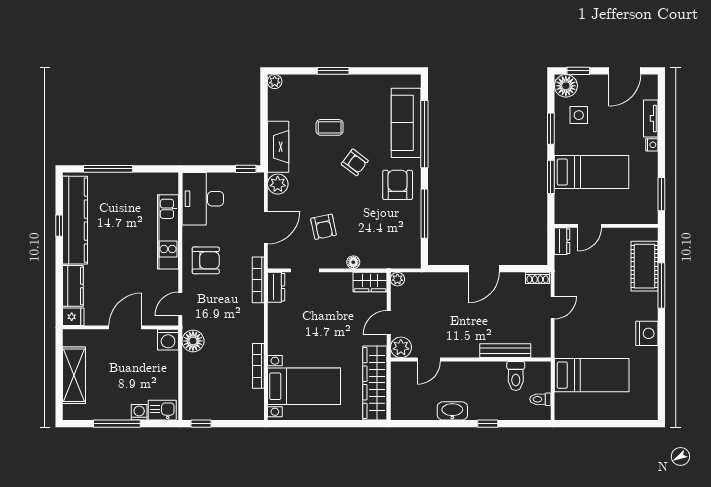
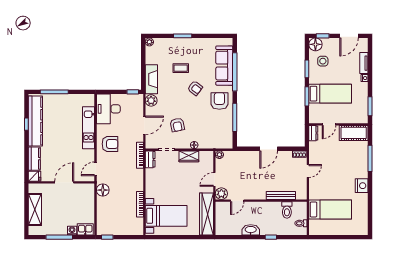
cot: (644, 266) -> (354, 133), moved, turned 90
wardrobe: (370, 282) -> (189, 156), moved
washing machine: (168, 340) -> (89, 189), removed

